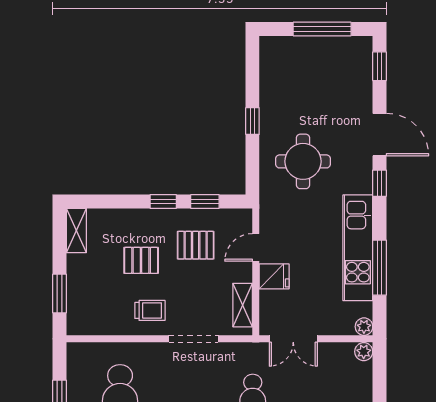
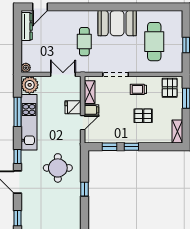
pallet: (196, 245) -> (170, 88), moved, turned 90
filing cabinet: (239, 272) -> (91, 110), added
plant: (364, 327) -> (30, 85), width x1.88, depth x1.88

